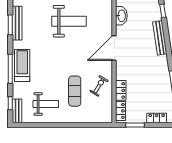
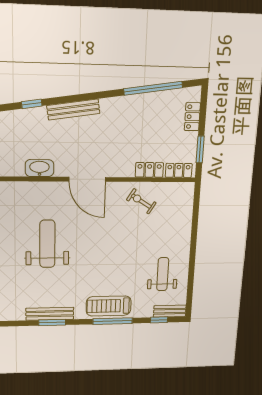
exercise mat: (75, 91) -> (147, 235), removed

